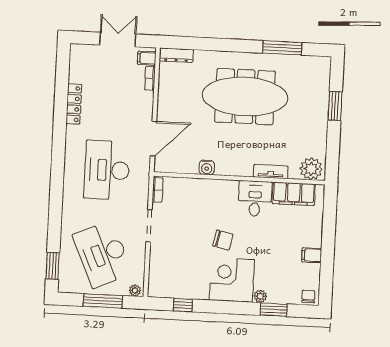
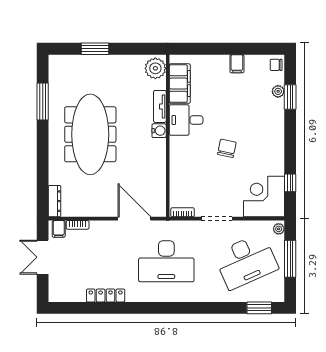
water cooler: (207, 167) -> (159, 131), moved
corner desk: (232, 280) -> (264, 197), moved, turned 90
plant: (260, 296) -> (278, 91), moved

